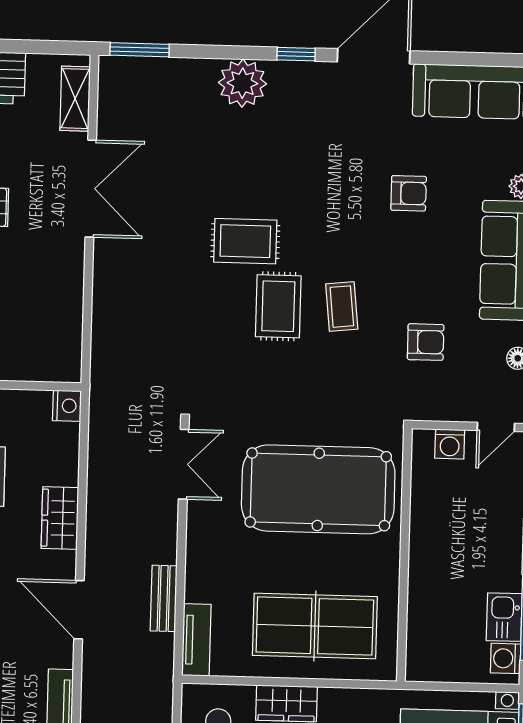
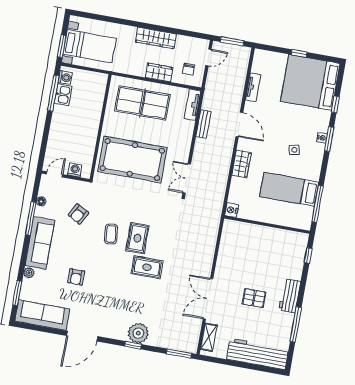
window: (296, 54) -> (133, 345), moved
armchair: (409, 193) -> (76, 277), turned -90
armchair: (426, 342) -> (78, 214), turned -61

